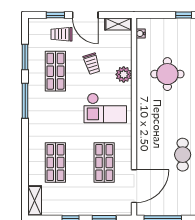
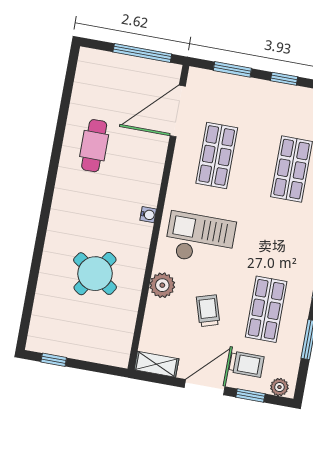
door: (85, 15) -> (205, 387), hinge flipped
plant: (38, 24) -> (279, 387), added
water cooler: (141, 33) -> (148, 215), moved
round table: (167, 74) -> (95, 274), turned 34

